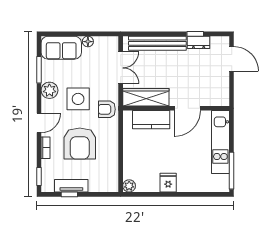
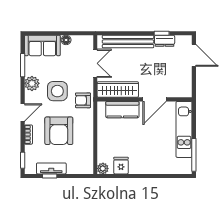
fridge: (168, 183) -> (121, 166), moved

